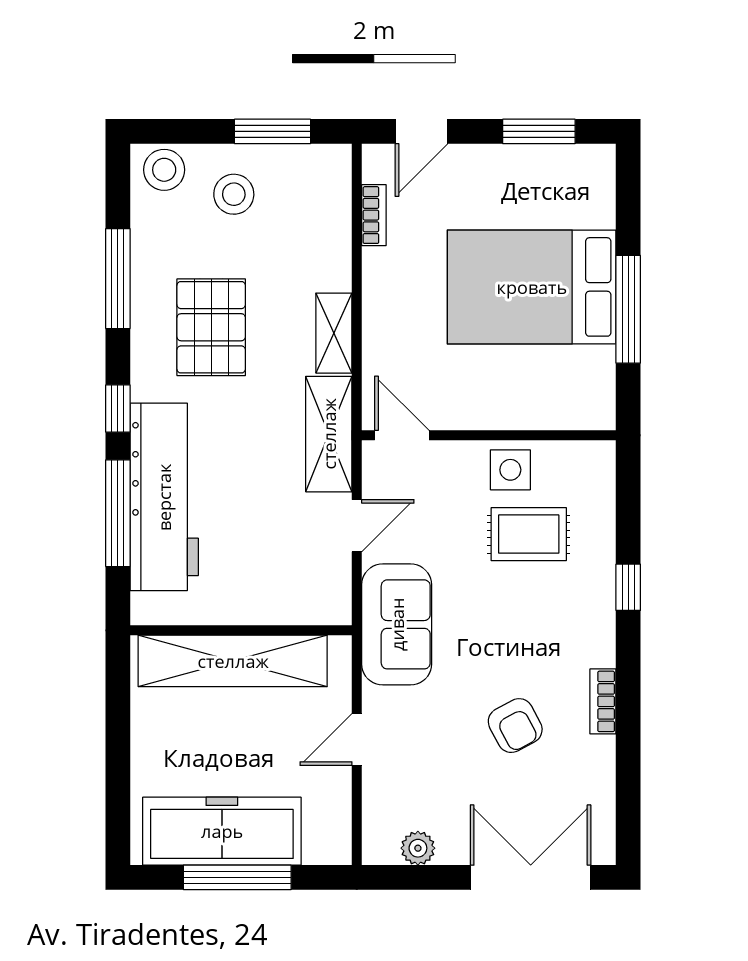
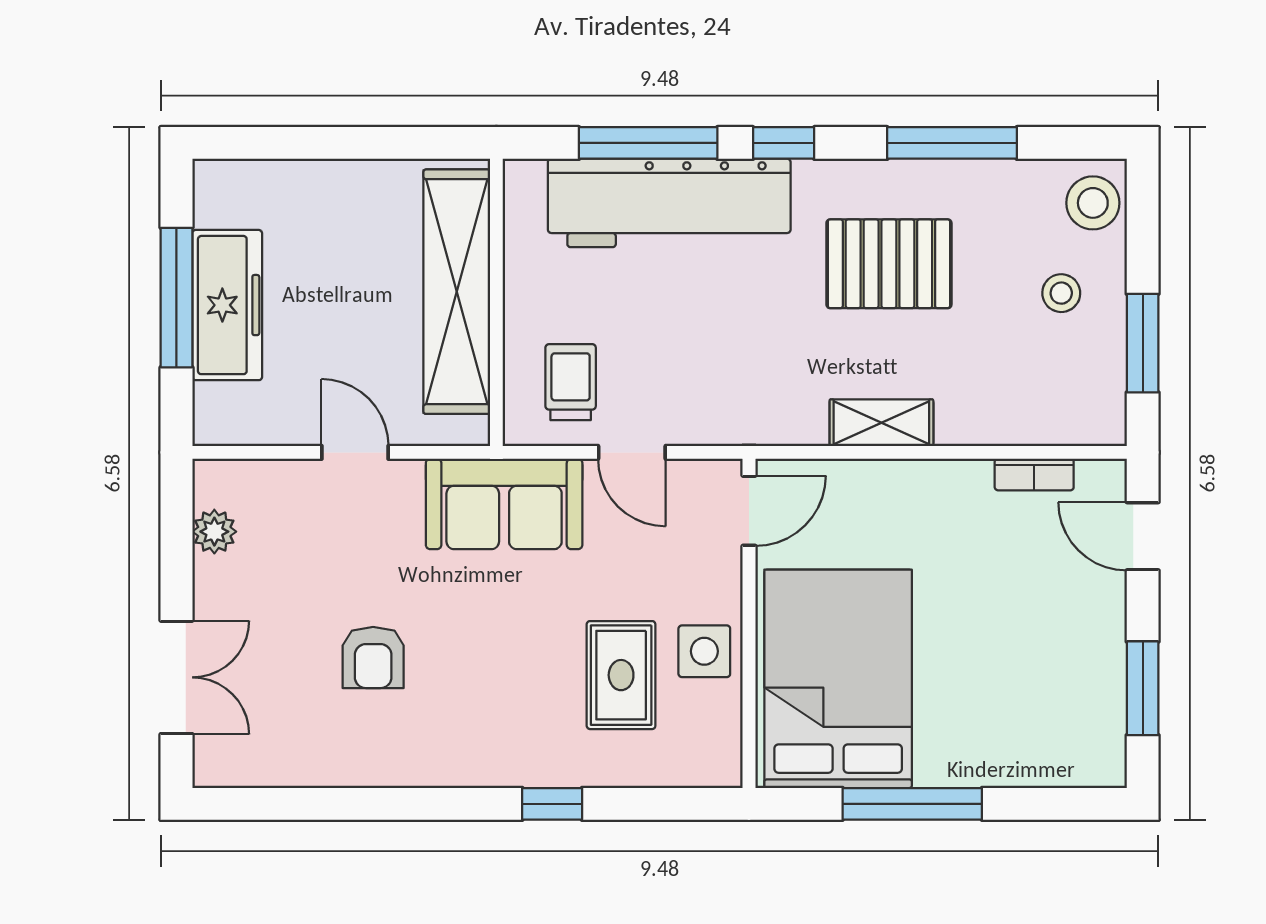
stool: (234, 194) -> (1061, 293), width x0.73, depth x0.73
bed: (532, 287) -> (838, 679), moved
shelving: (329, 434) -> (751, 416), removed
trolley: (303, 573) -> (571, 382), added
bookcase: (603, 701) -> (404, 771), removed
armchair: (515, 726) -> (373, 658), turned -62
freezer: (222, 831) -> (227, 305), width x0.73, depth x0.79
double door: (531, 877) -> (176, 677), width x0.73

